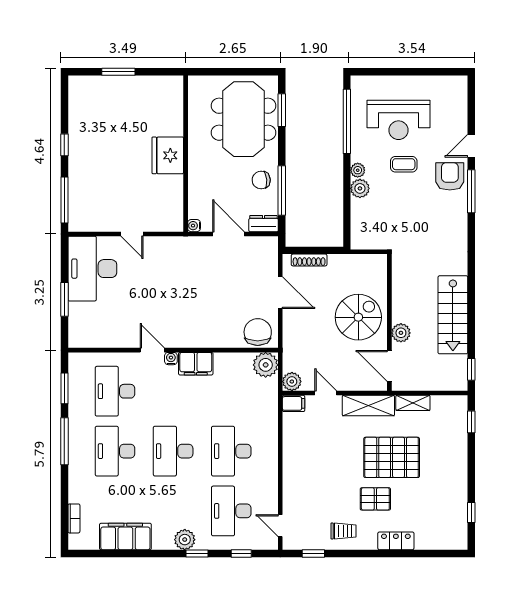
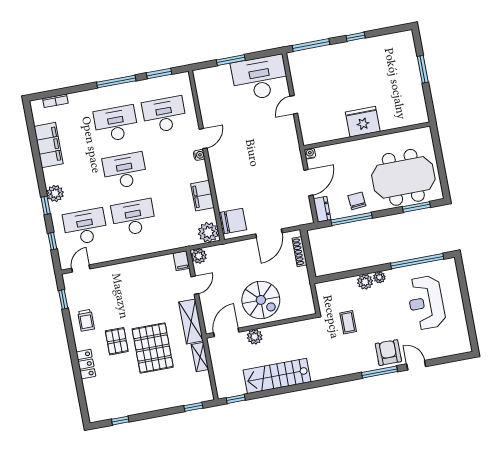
coffee table: (404, 164) -> (348, 322), moved
armchair: (450, 176) -> (388, 353), turned -90
filing cabinet: (196, 364) -> (202, 196), moved

